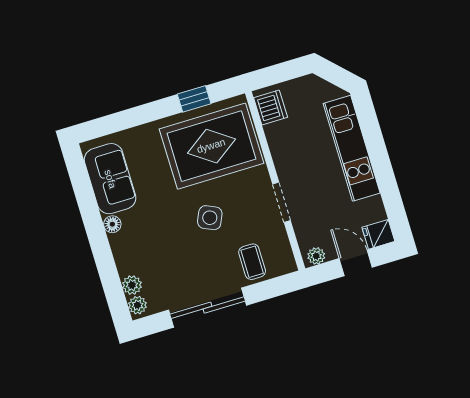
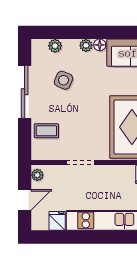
side table: (210, 218) -> (64, 80), moved
fridge: (378, 234) -> (57, 221), moved
plant: (137, 305) -> (86, 45), moved

